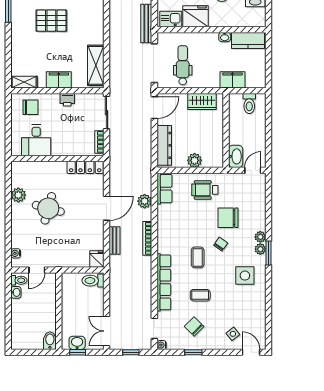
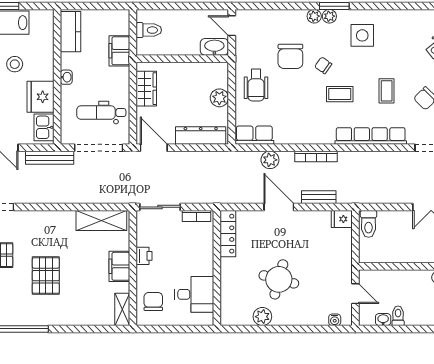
washbasin: (225, 37) -> (66, 77), moved
toilet: (19, 280) -> (398, 316), moved

